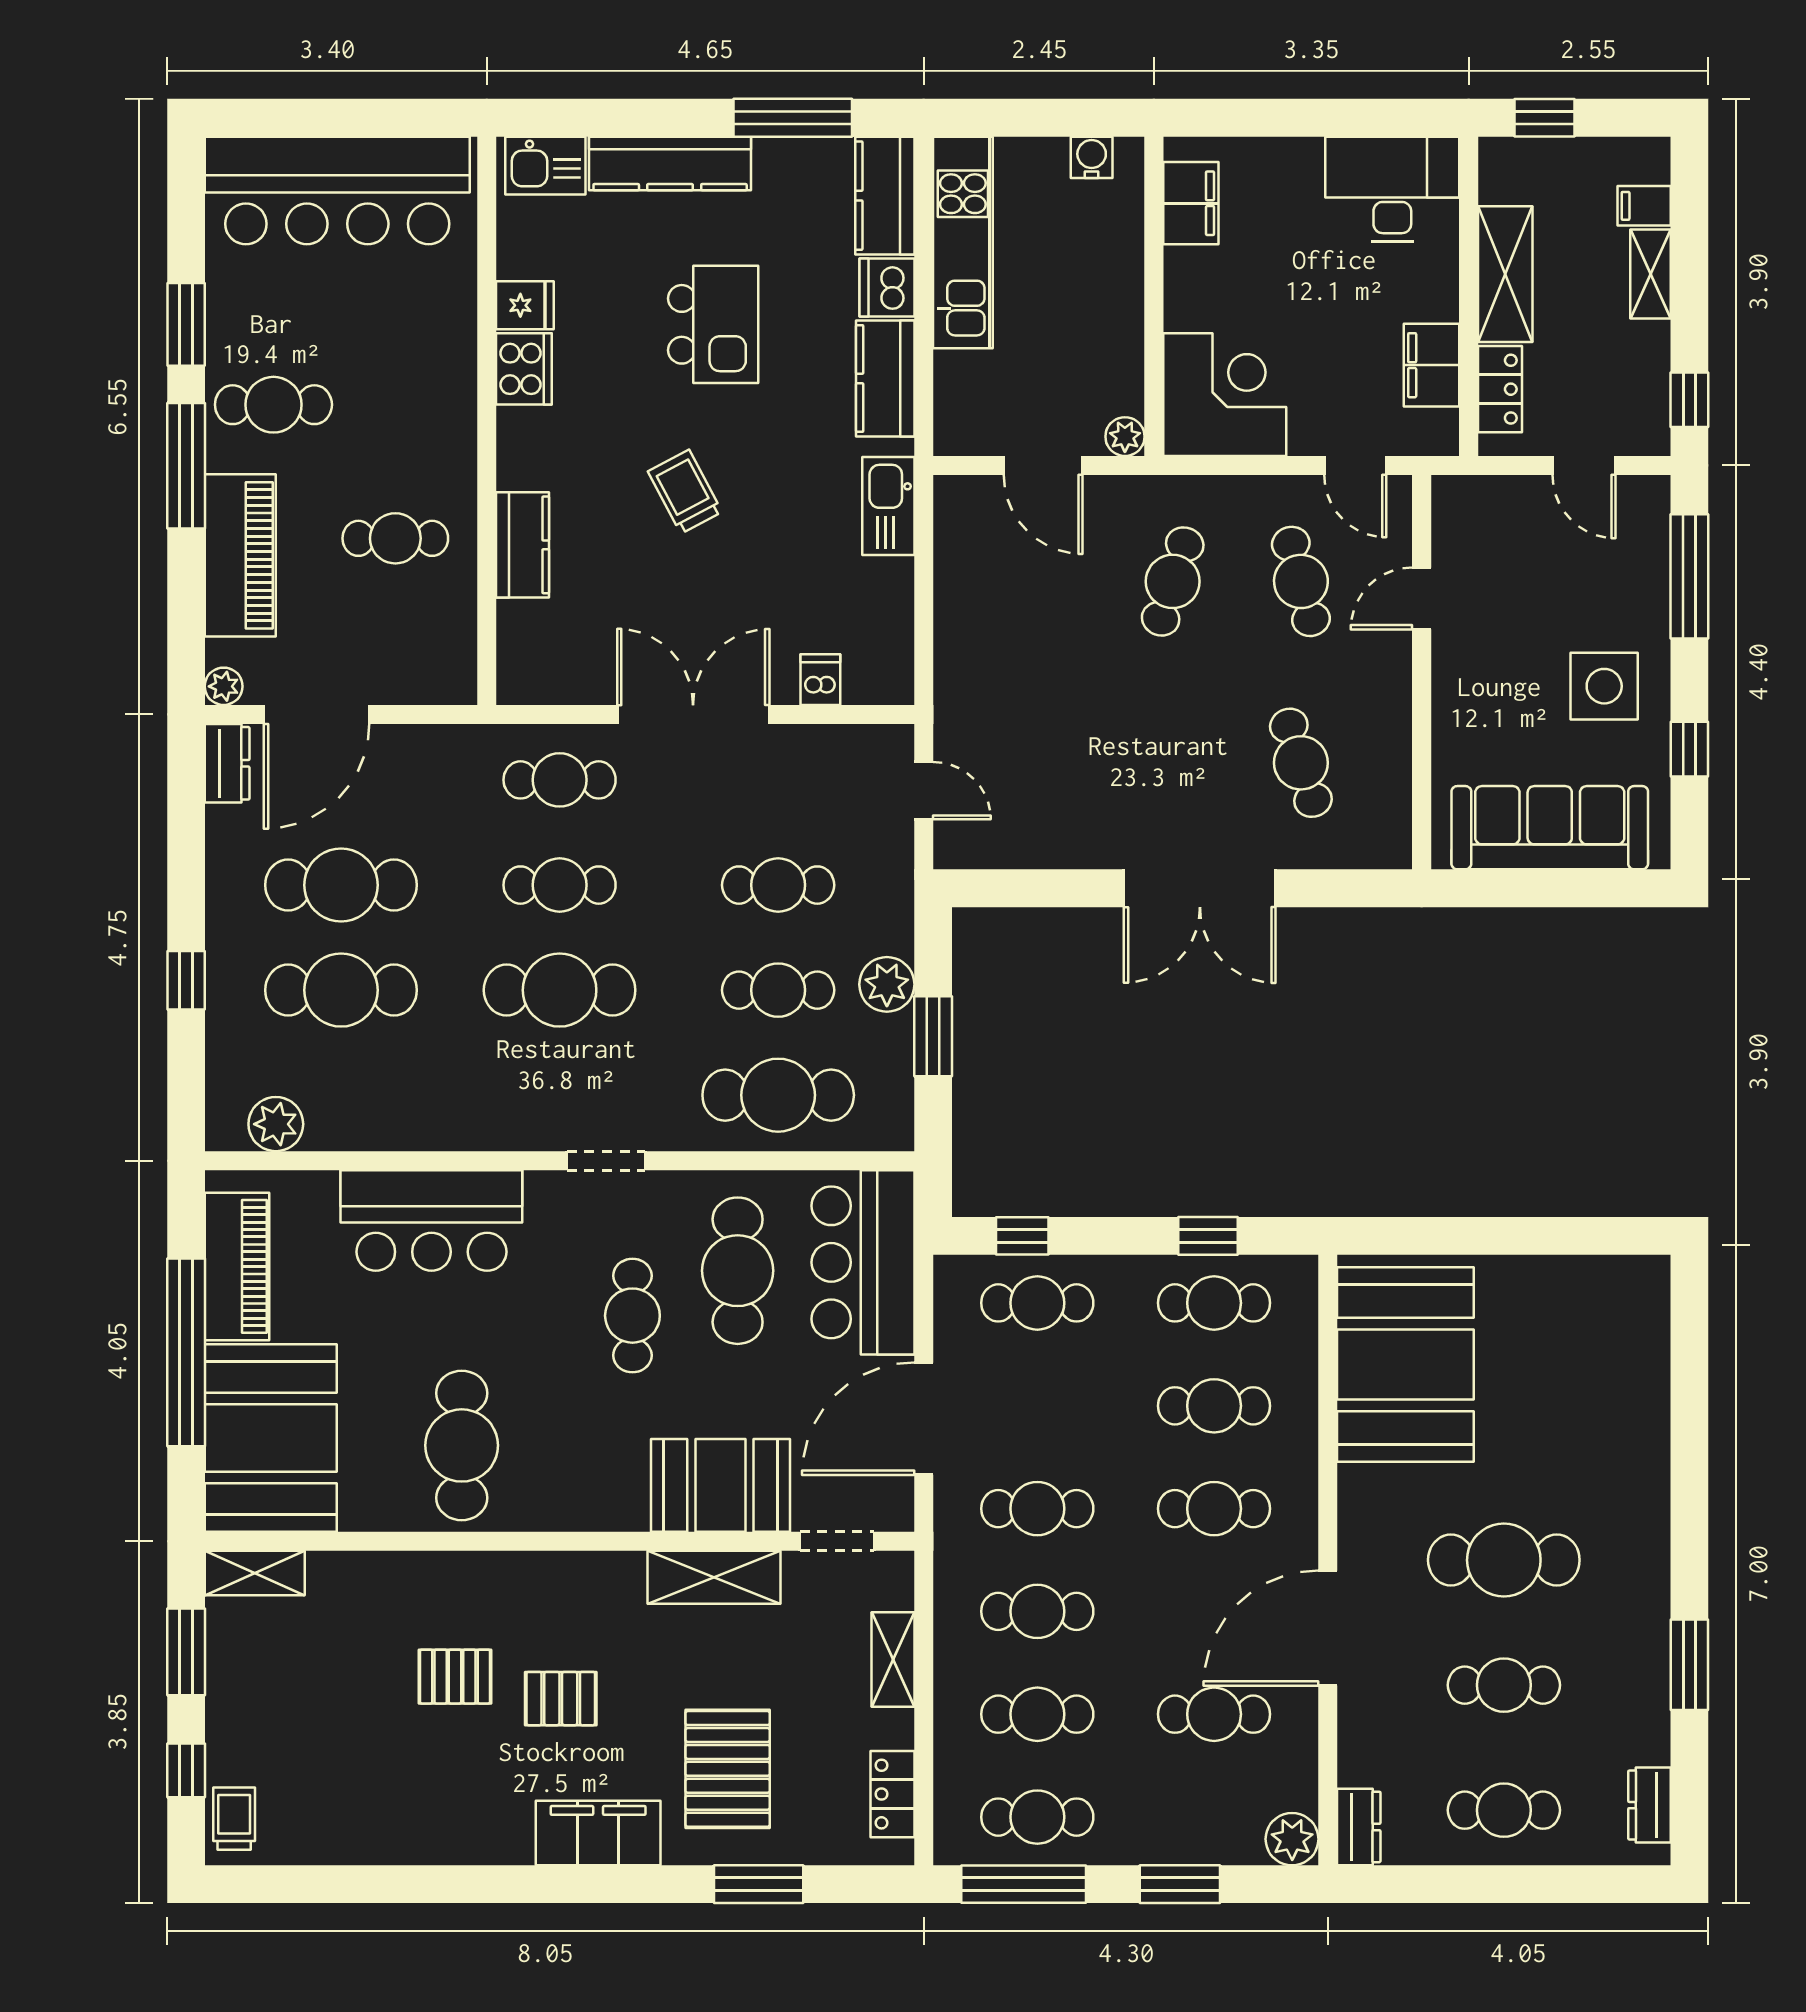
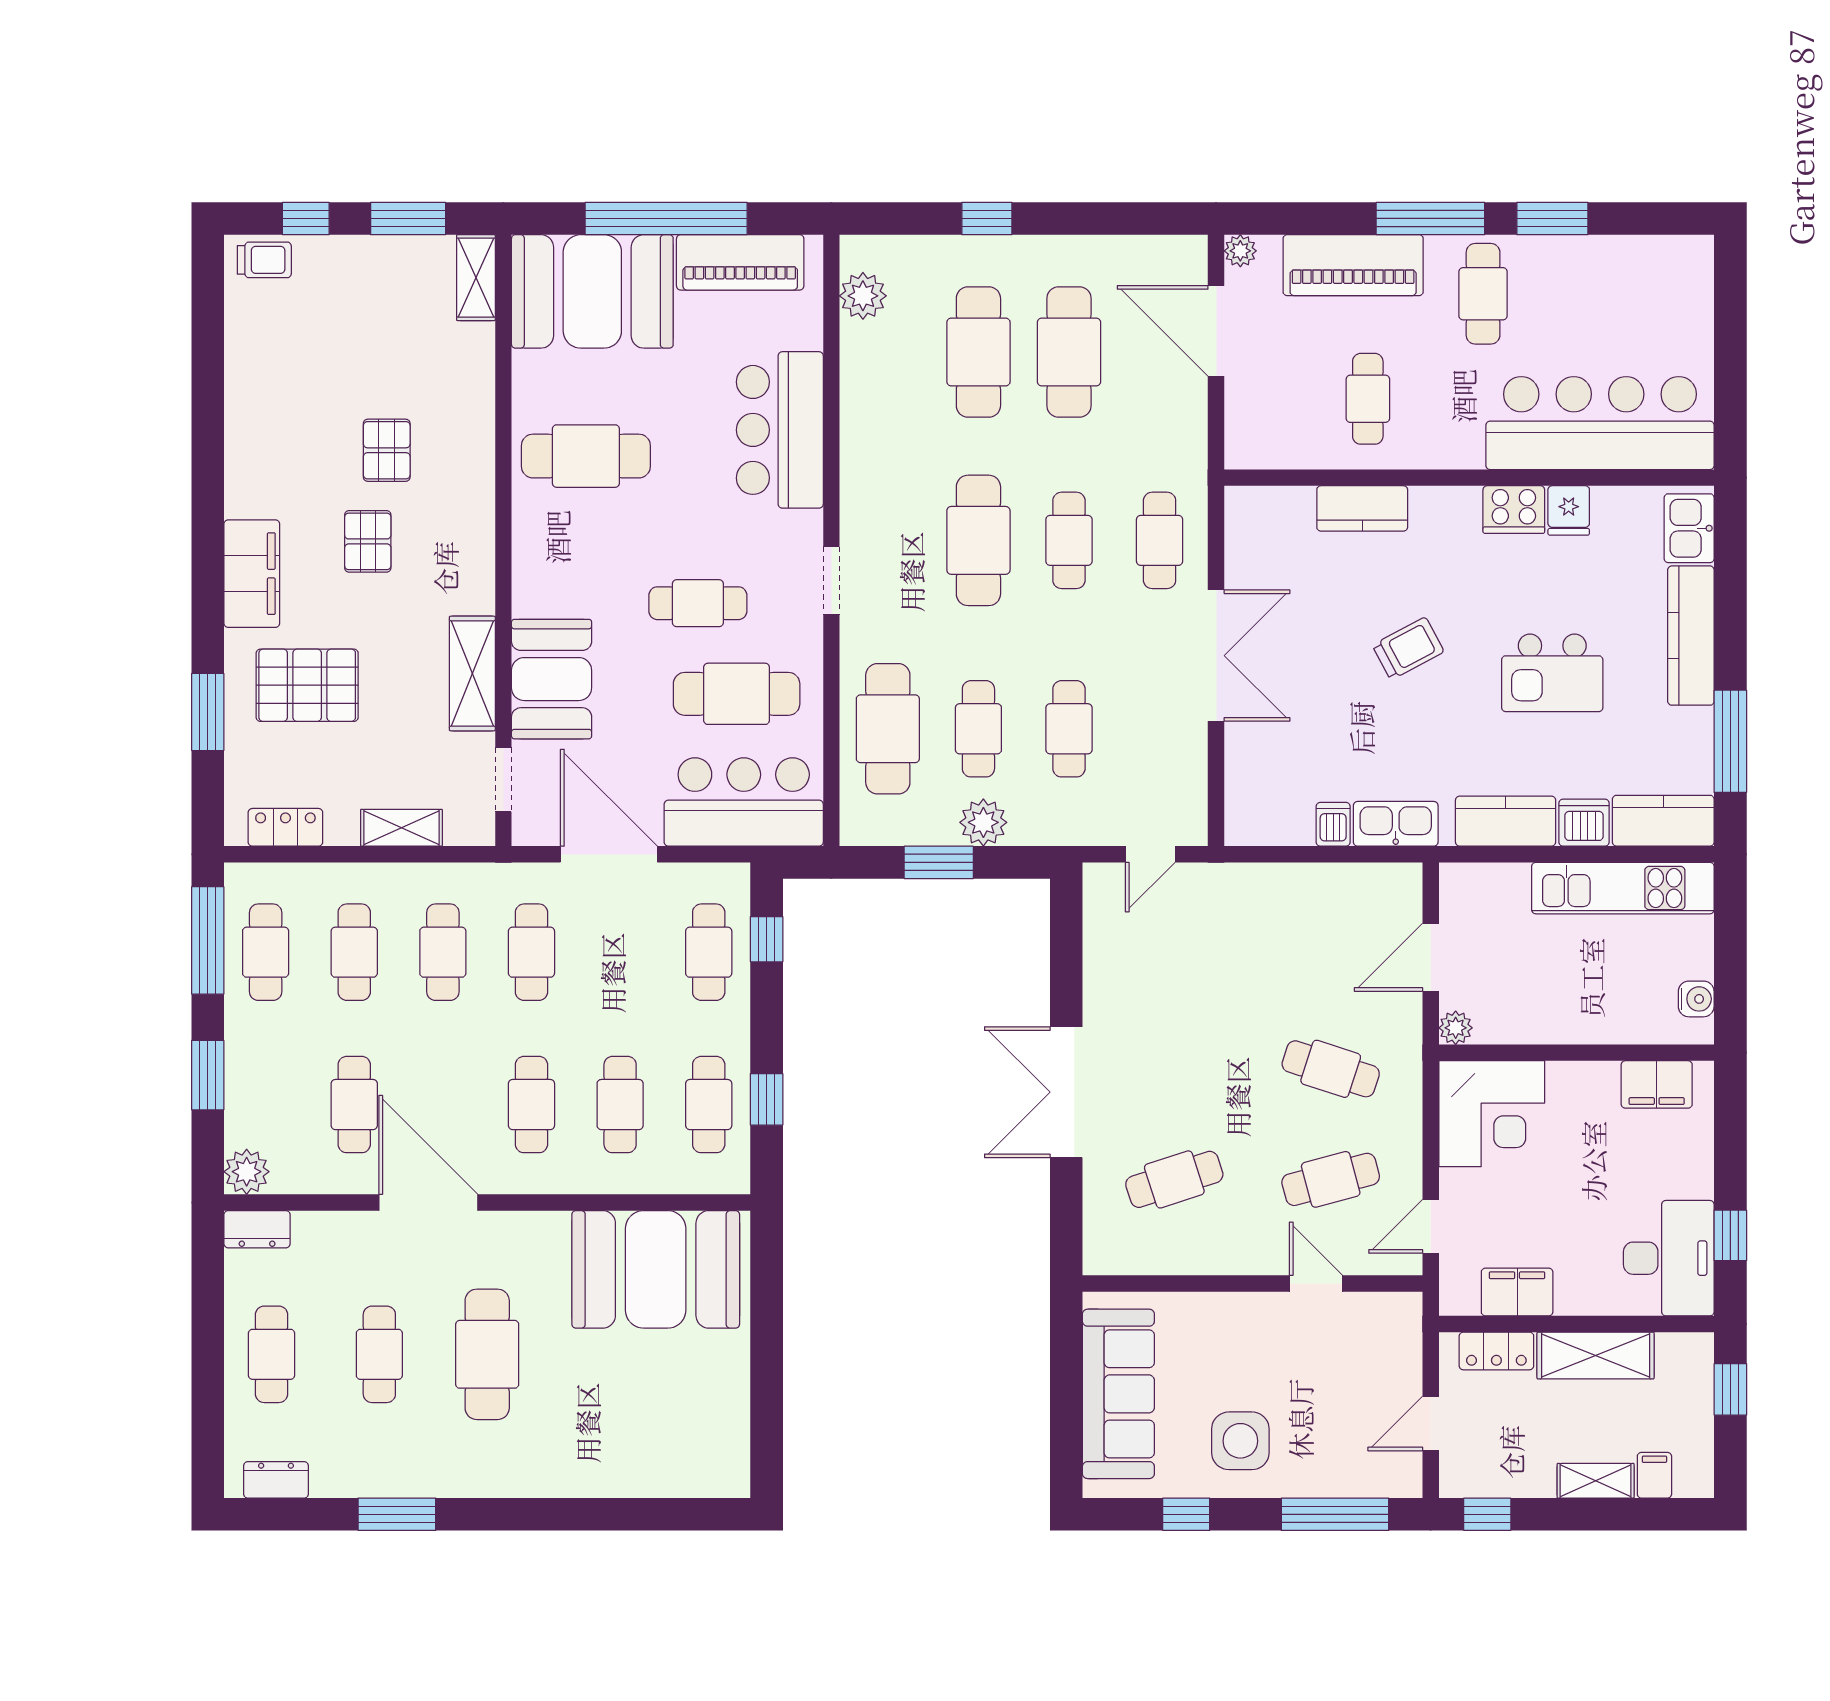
window: (1366, 118) -> (1730, 1235), added
bar counter: (337, 191) -> (1600, 423), moved, turned 90
dishwasher: (820, 680) -> (1333, 824), moved, turned -90
dresser: (227, 763) -> (1174, 254), removed

